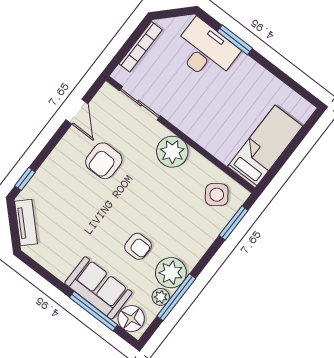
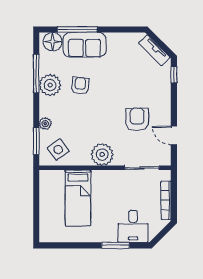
desk: (205, 51) -> (133, 226), width x0.73
bed: (265, 146) -> (78, 198), moved
armchair: (138, 246) -> (80, 86), turned 94
plant: (161, 297) -> (45, 124), moved

